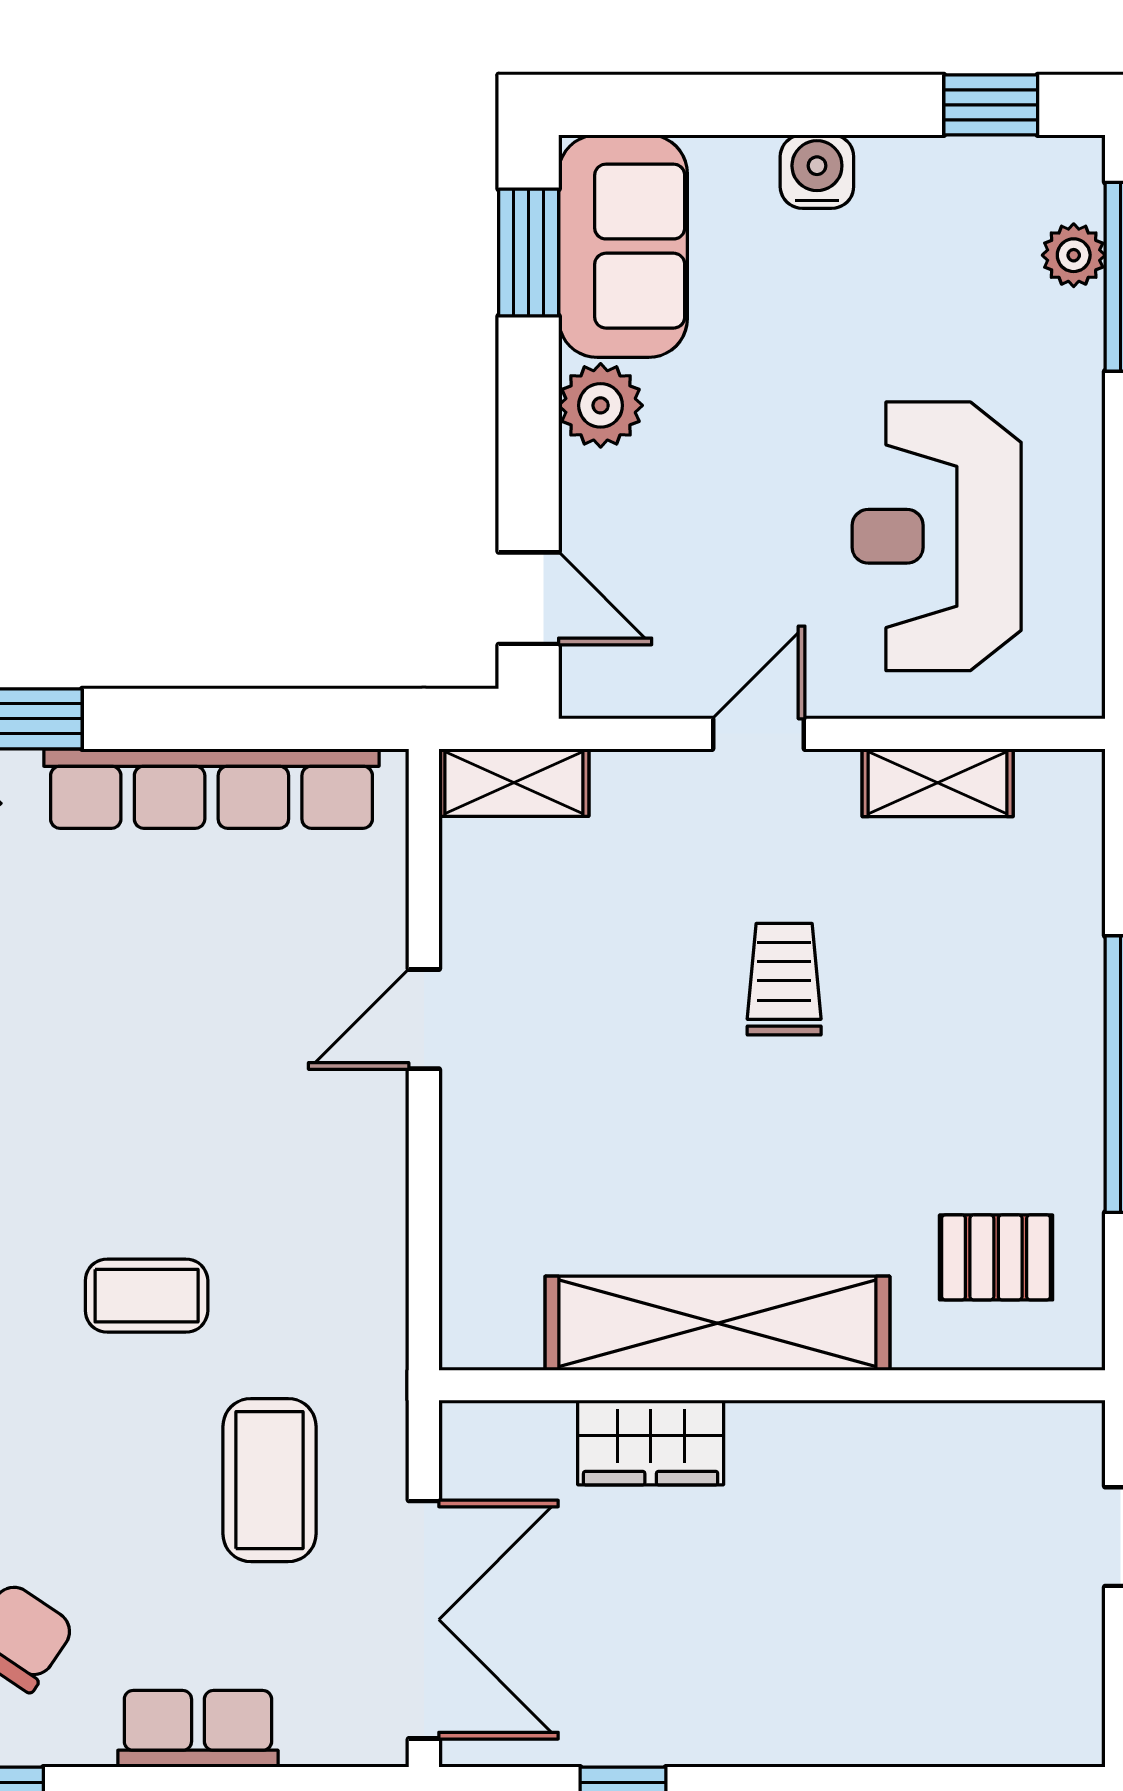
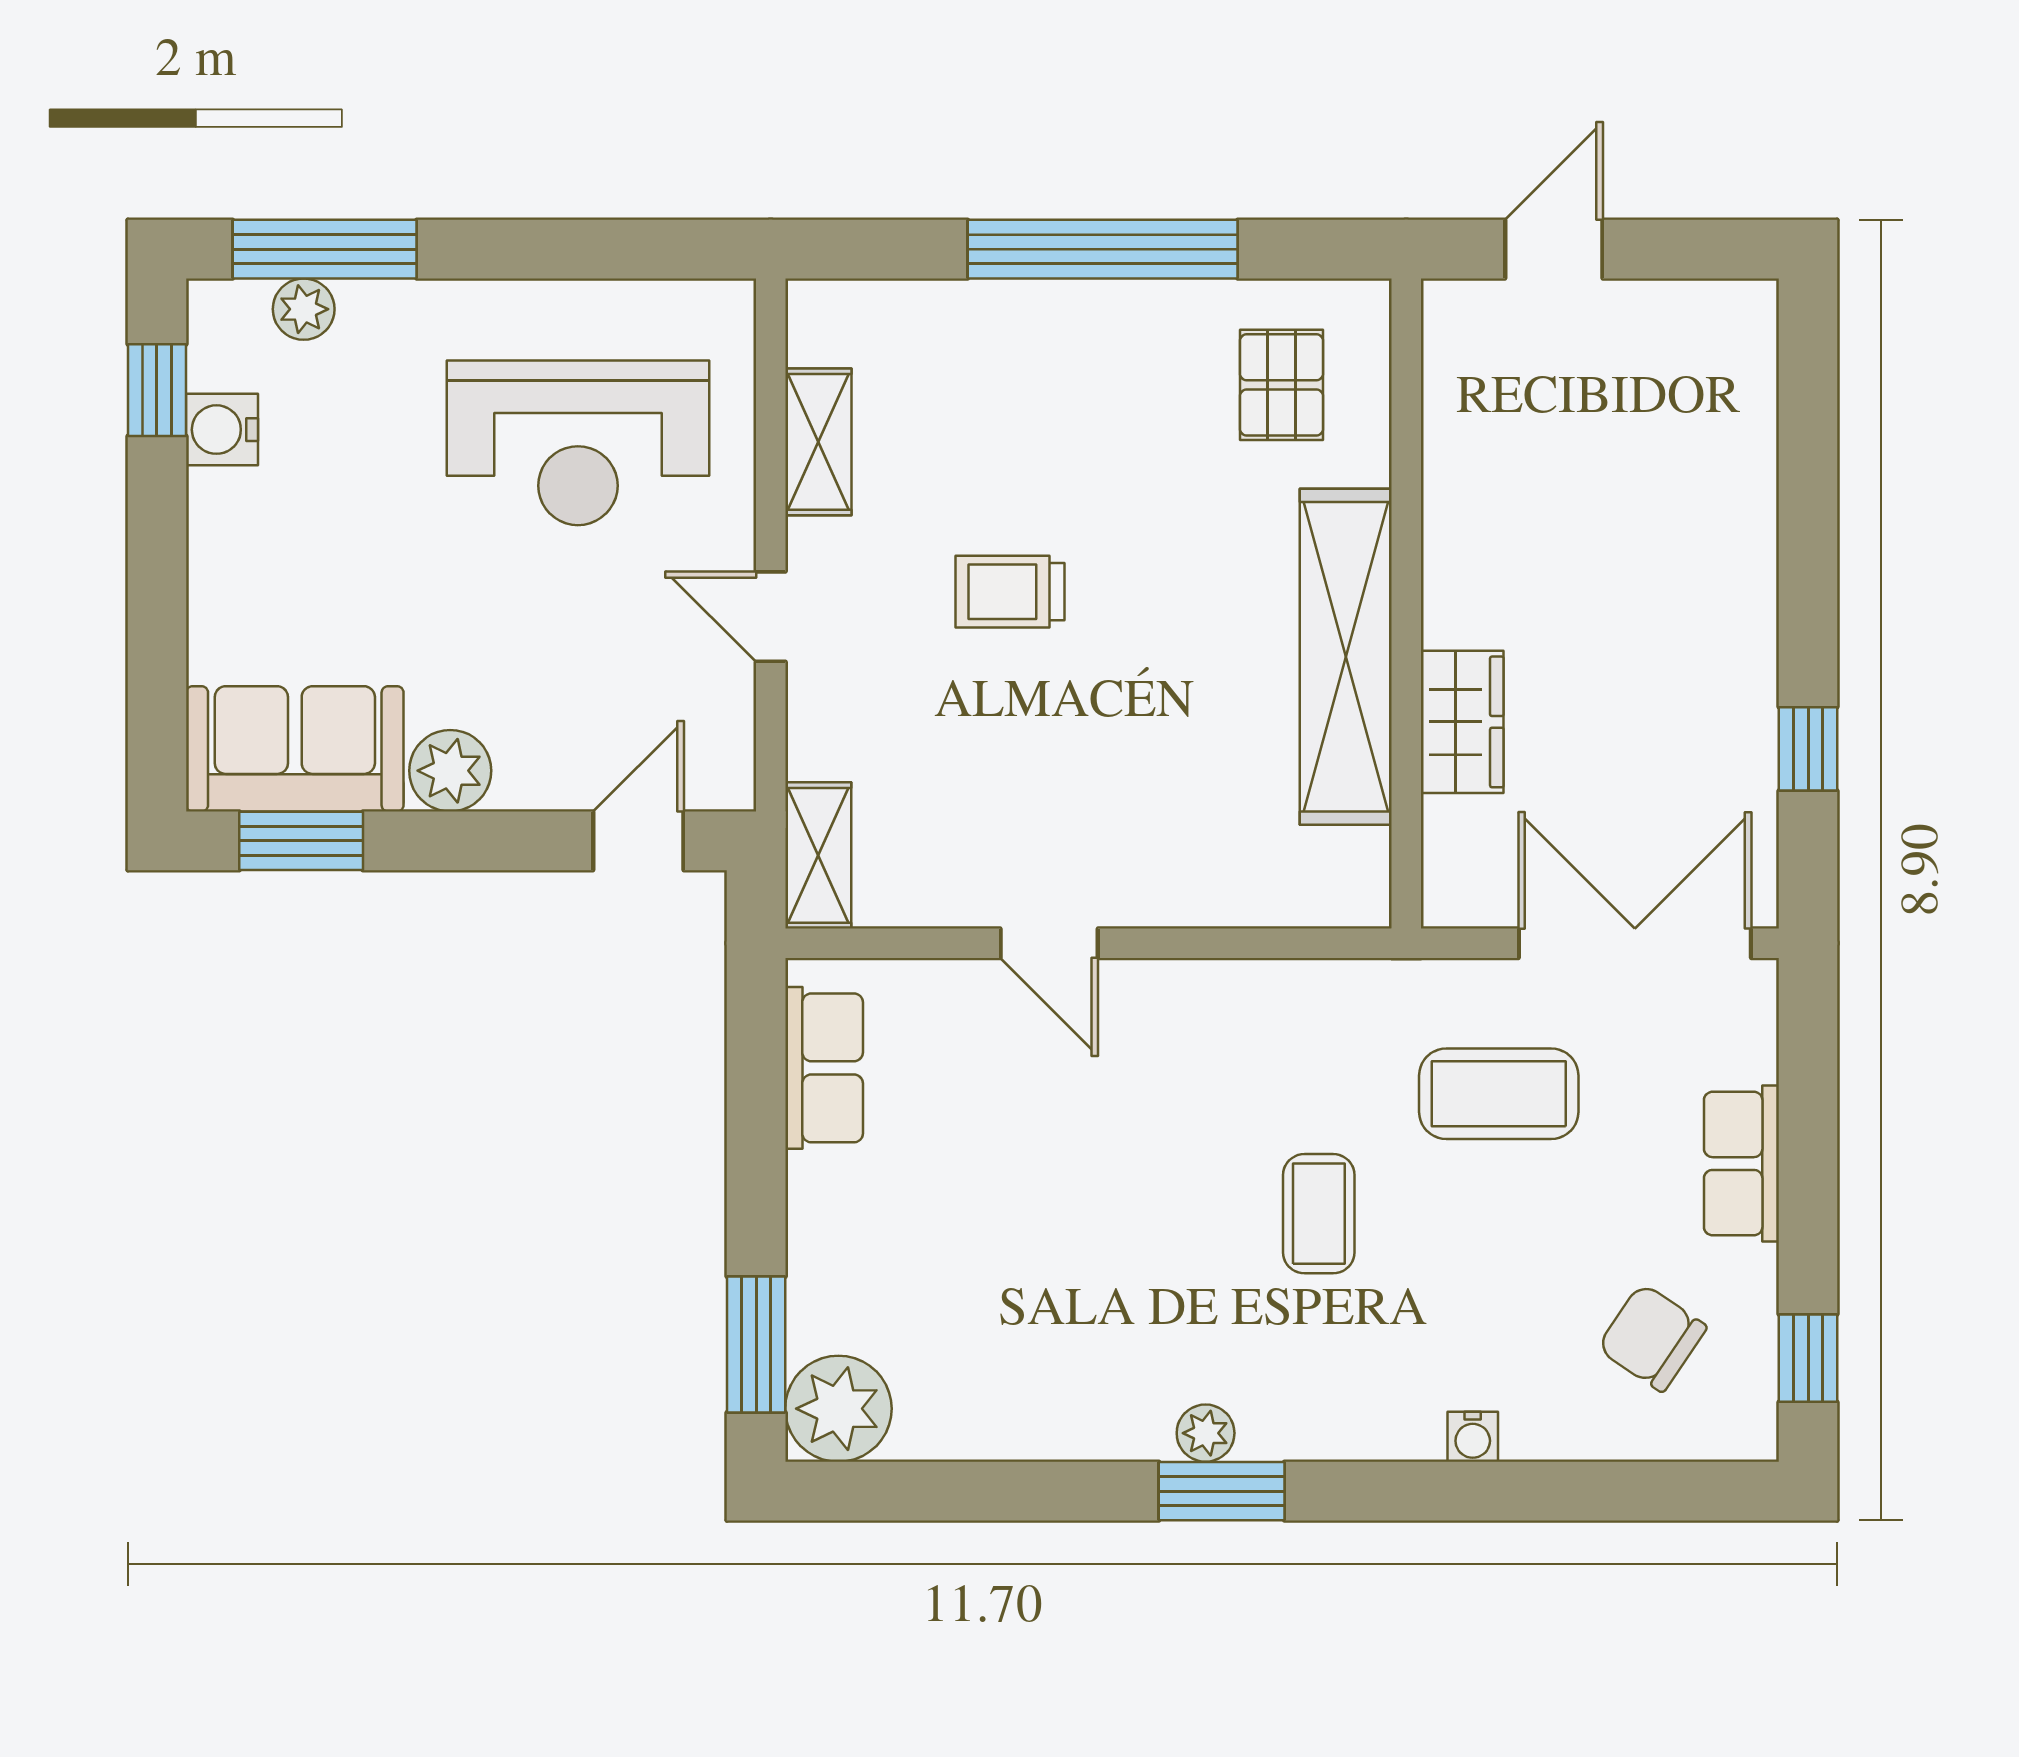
water cooler: (817, 172) -> (222, 430), moved
row of seats: (211, 789) -> (824, 1068), width x0.50

